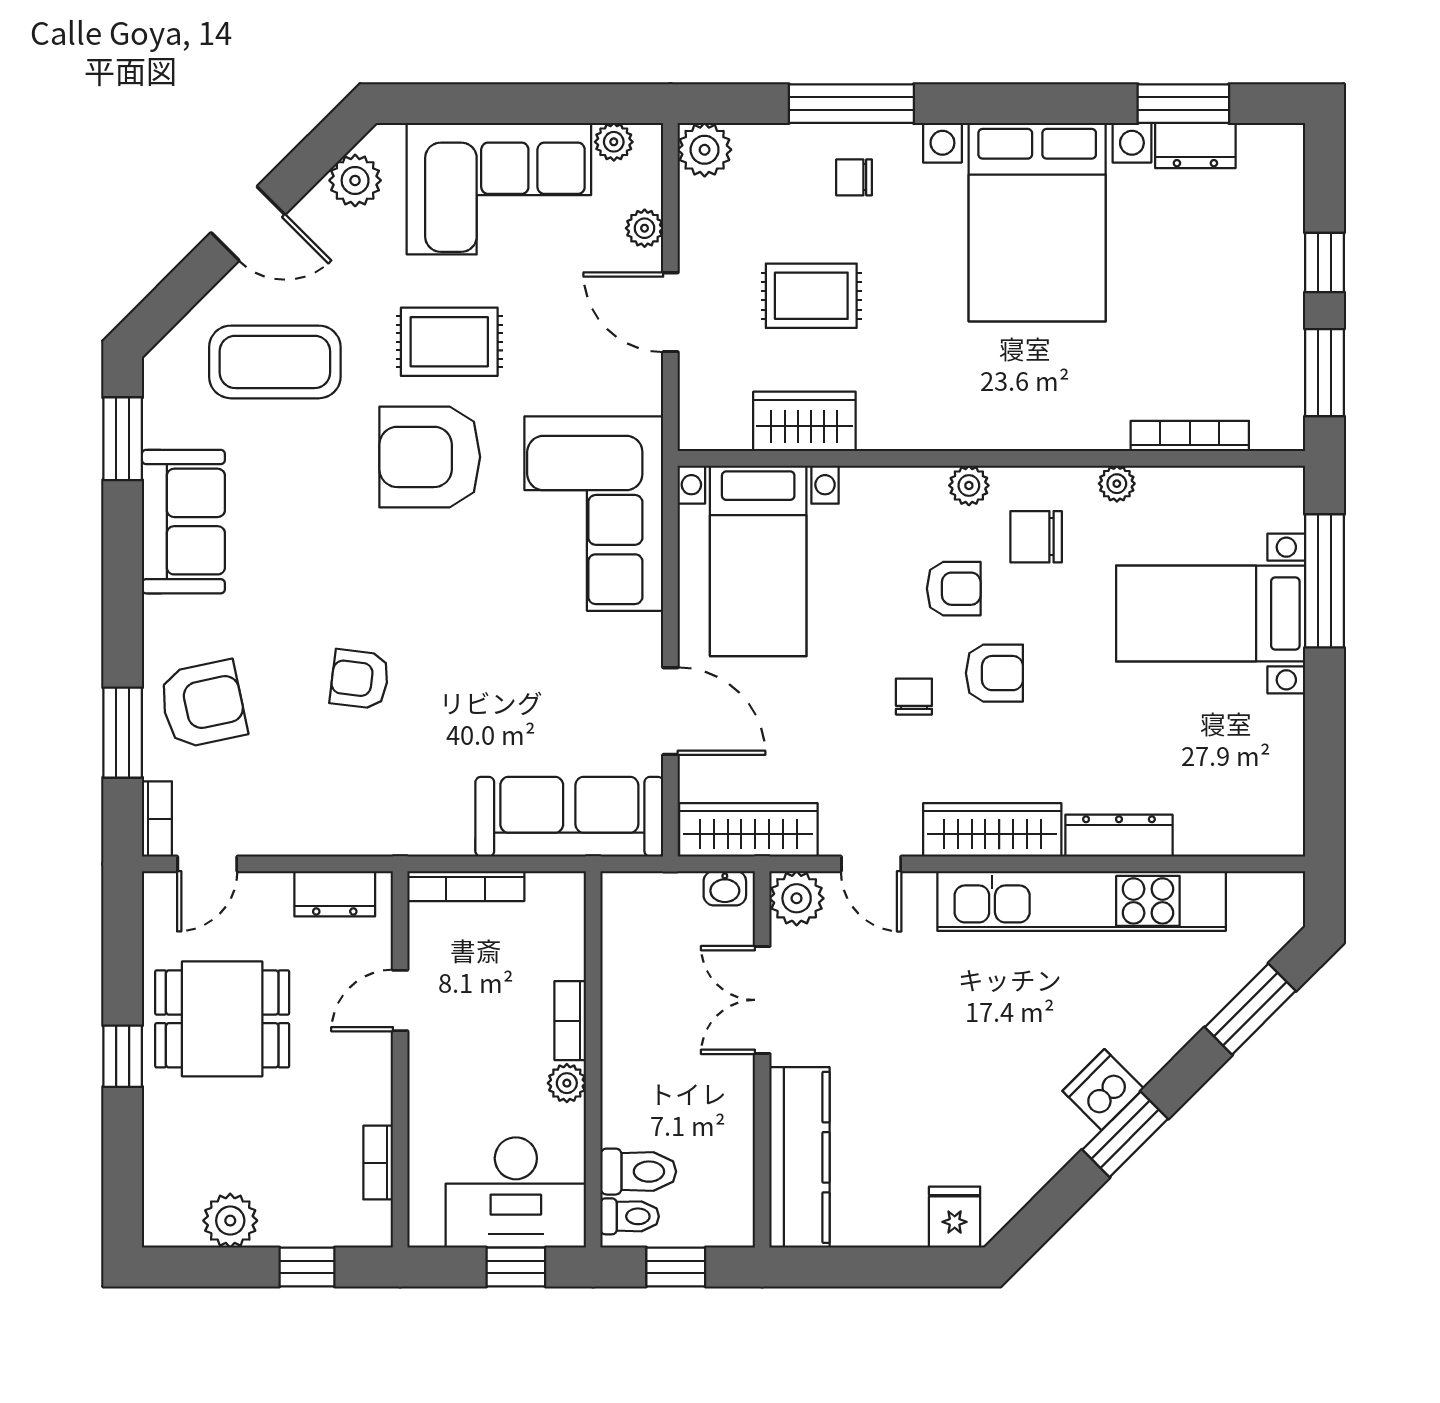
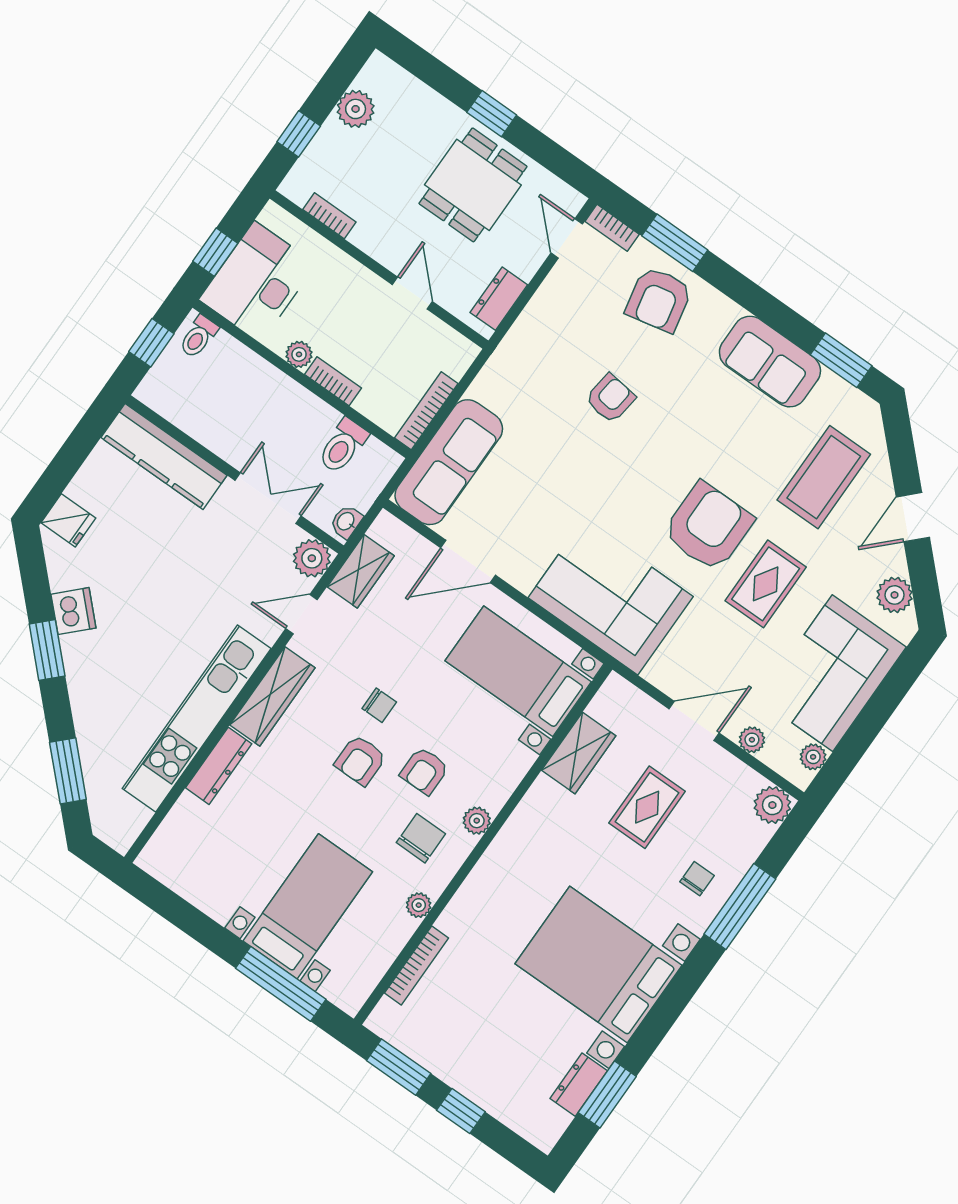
wardrobe: (748, 830) -> (361, 571), width x0.67
bookcase: (466, 886) -> (426, 411), moved
dishwasher: (1103, 1090) -> (73, 611), moved
toilet: (638, 1172) -> (343, 446), moved

